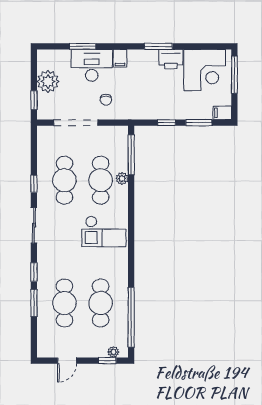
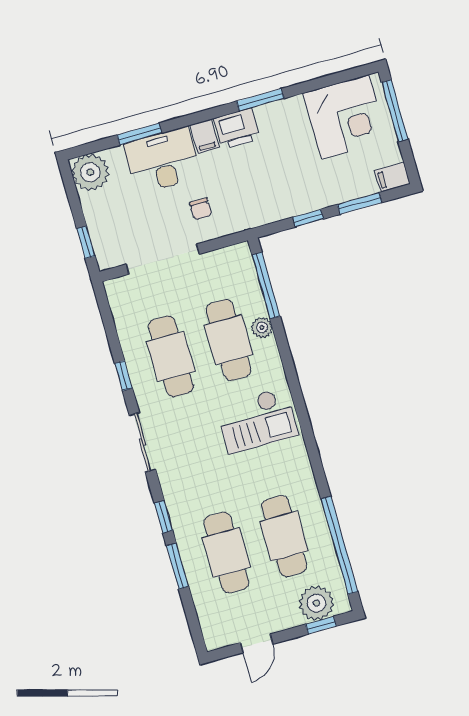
printer: (171, 59) -> (237, 129), moved
plant: (48, 81) -> (90, 172), moved
plant: (113, 352) -> (316, 603), width x1.88, depth x1.88

